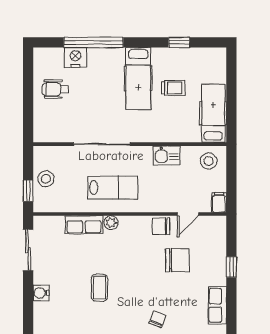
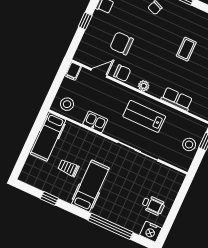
nightstand: (75, 57) -> (151, 232), moved
plant: (111, 223) -> (144, 86), moved

